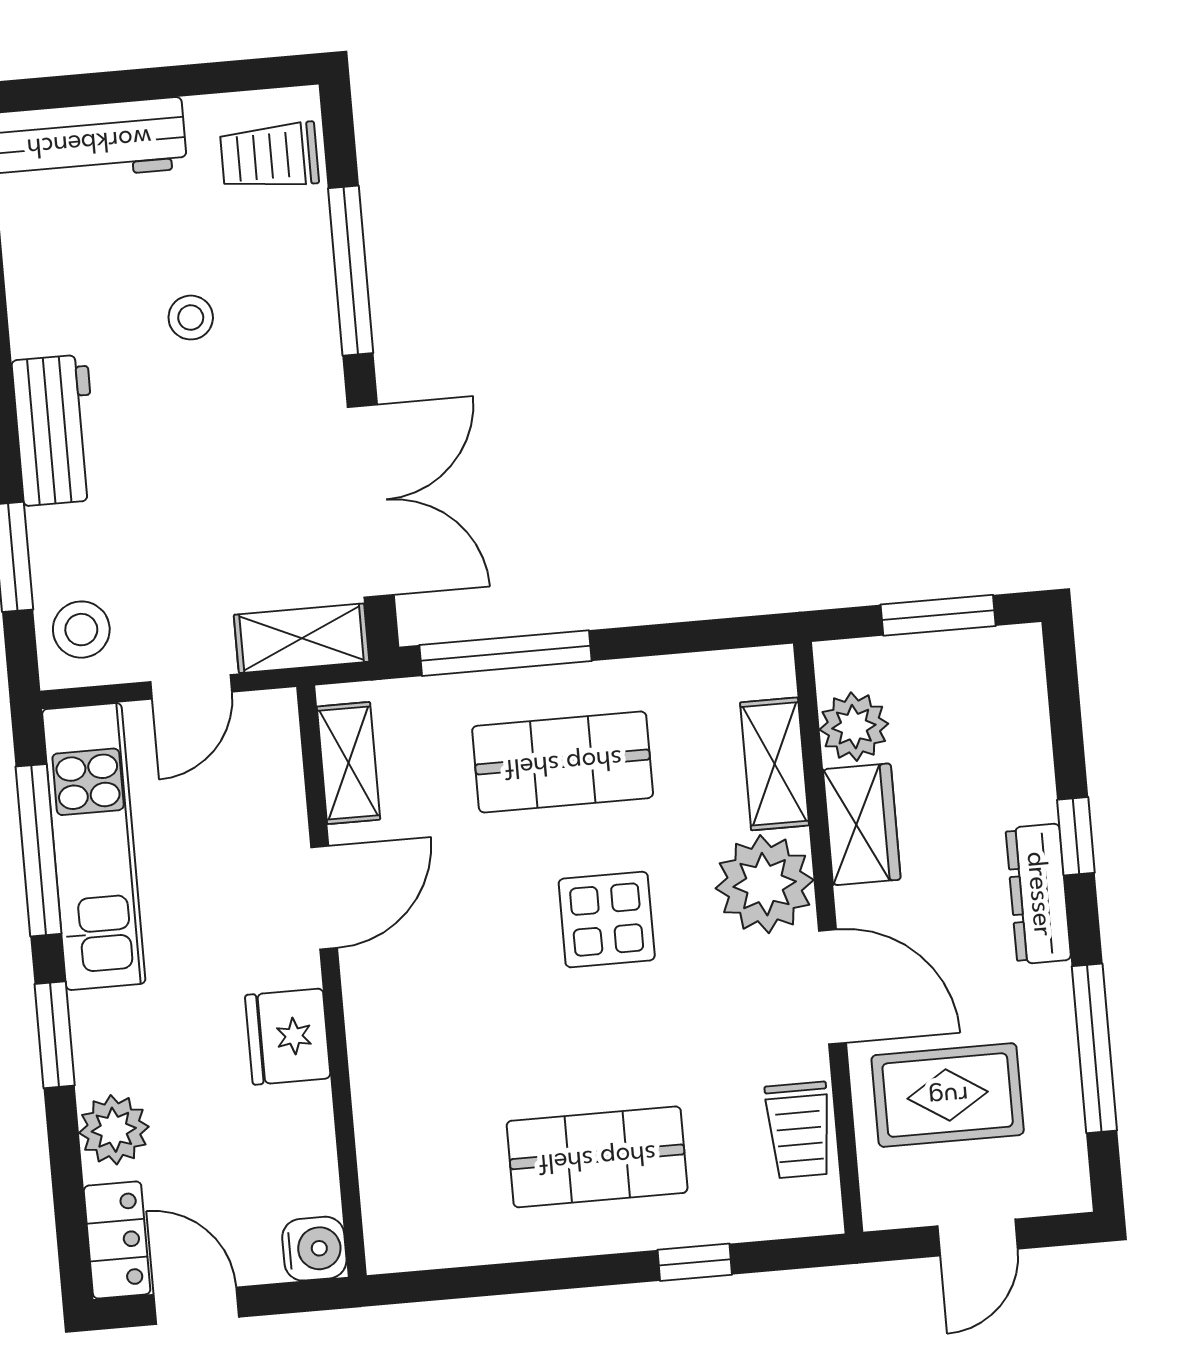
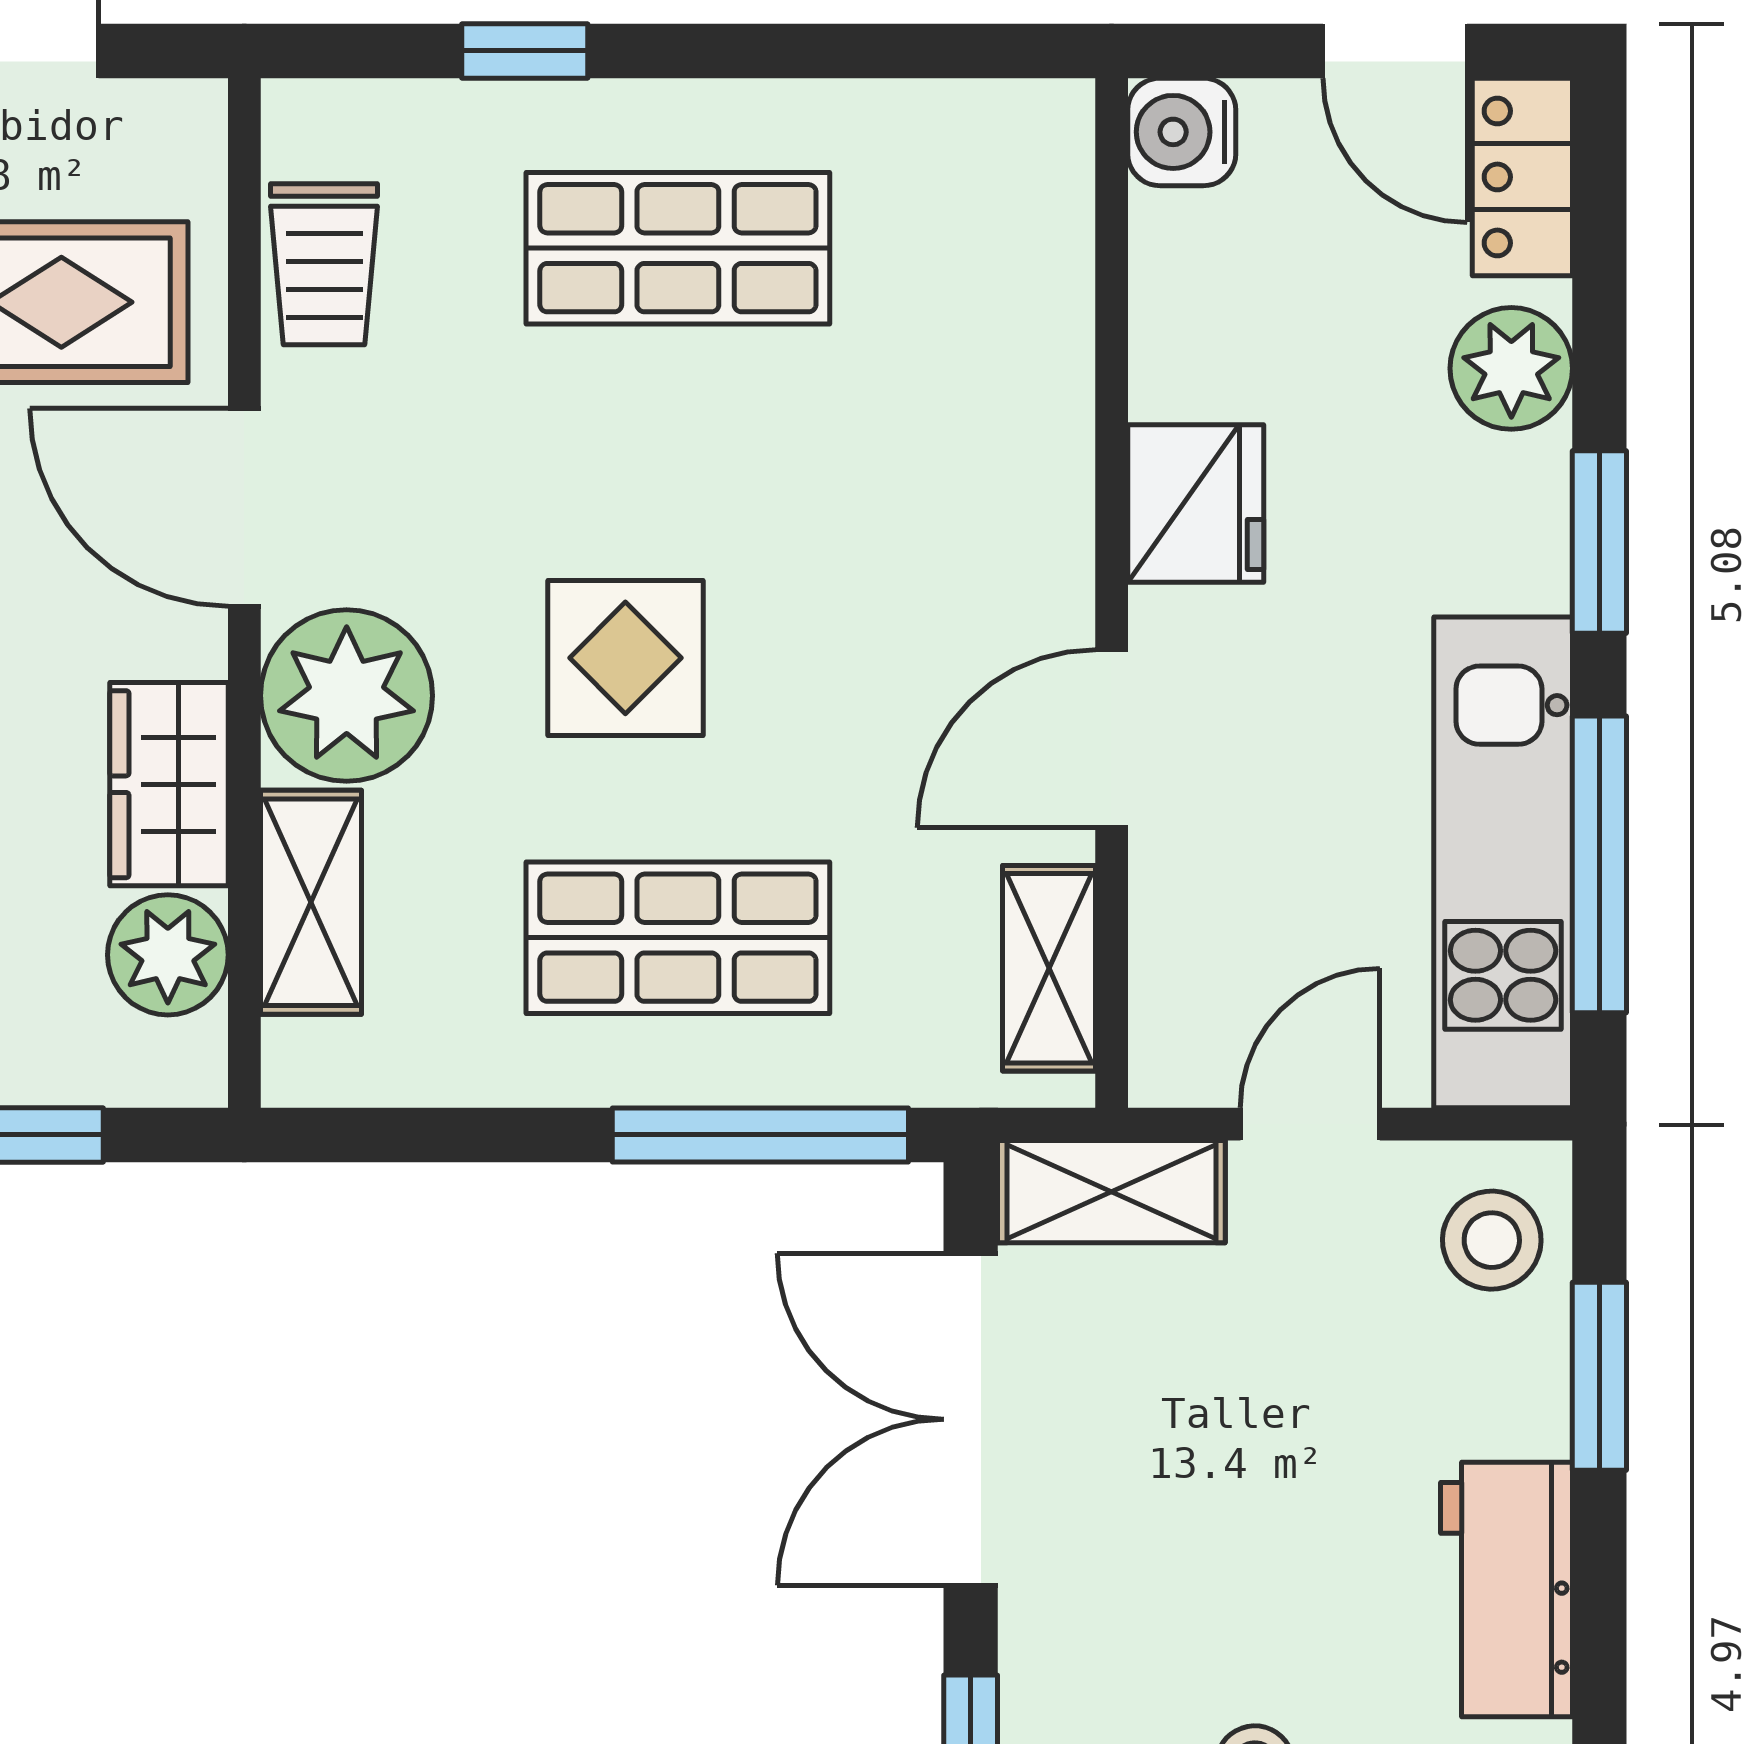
trolley: (799, 1130) -> (324, 264), turned 180

